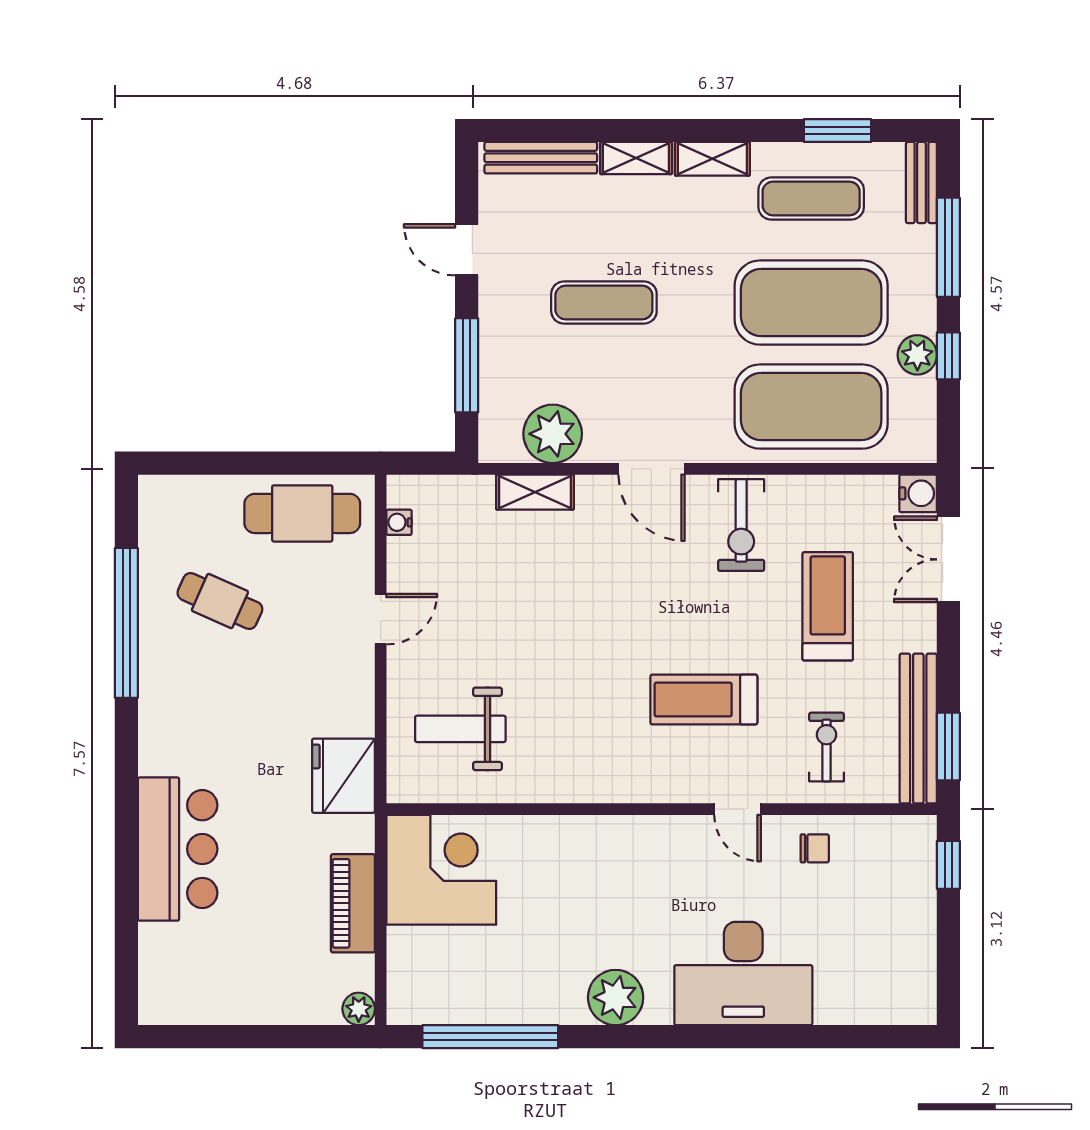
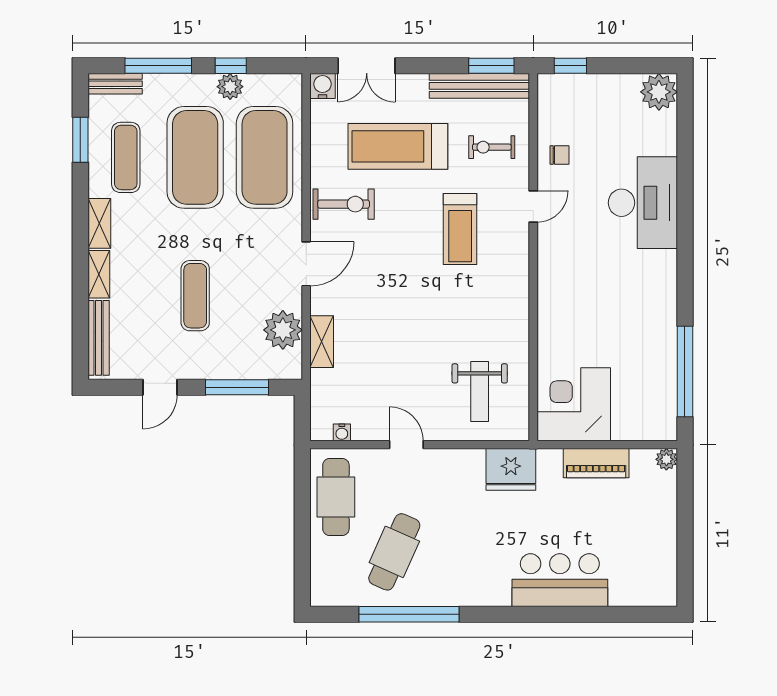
cafe table: (220, 601) -> (394, 552), width x1.37, depth x1.35
treadmill: (828, 606) -> (398, 146), width x1.37, depth x1.38
chair: (815, 848) -> (559, 155), turned 90
plant: (616, 997) -> (659, 92), moved

